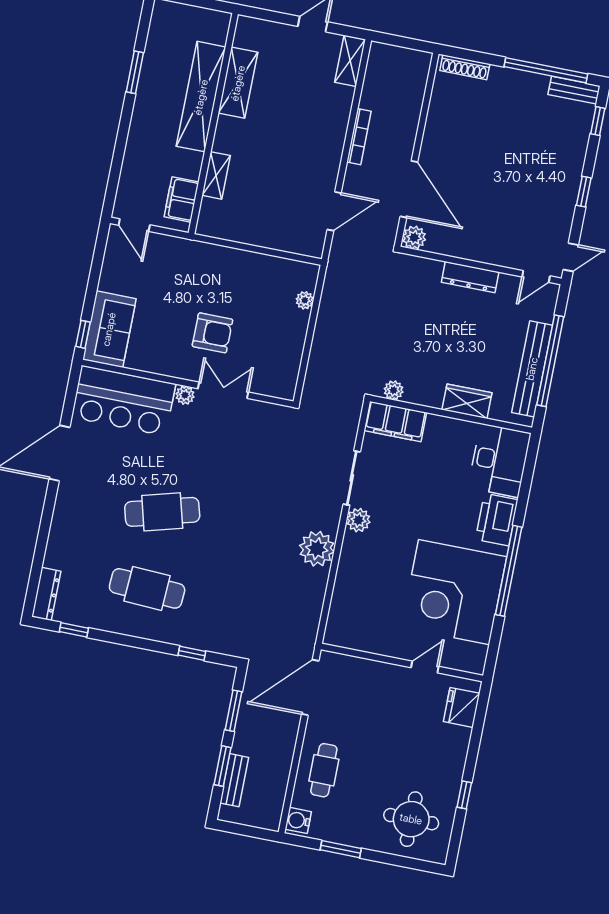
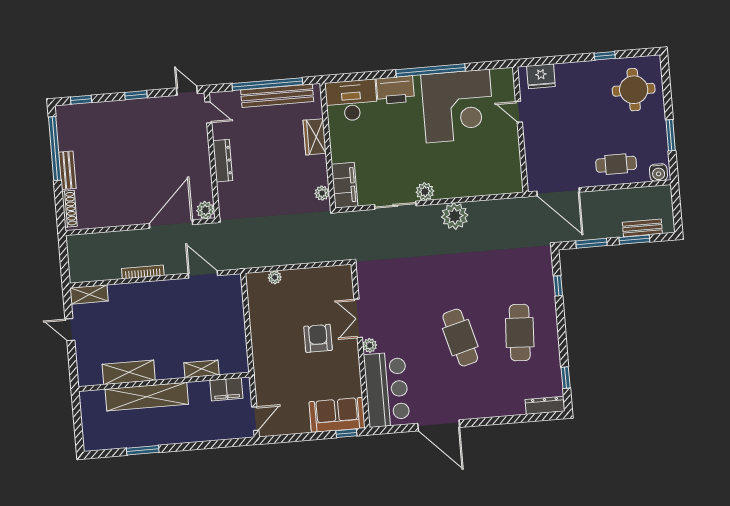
bench: (574, 90) -> (67, 170), moved

